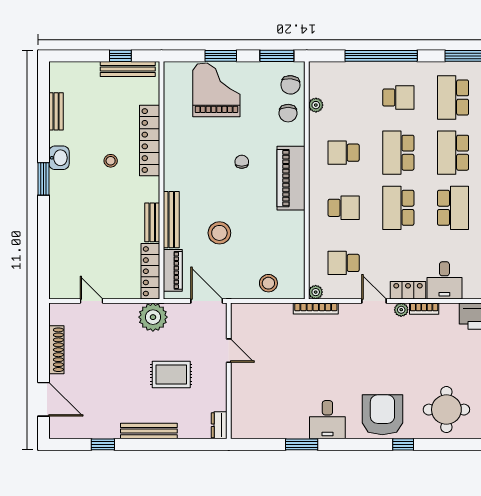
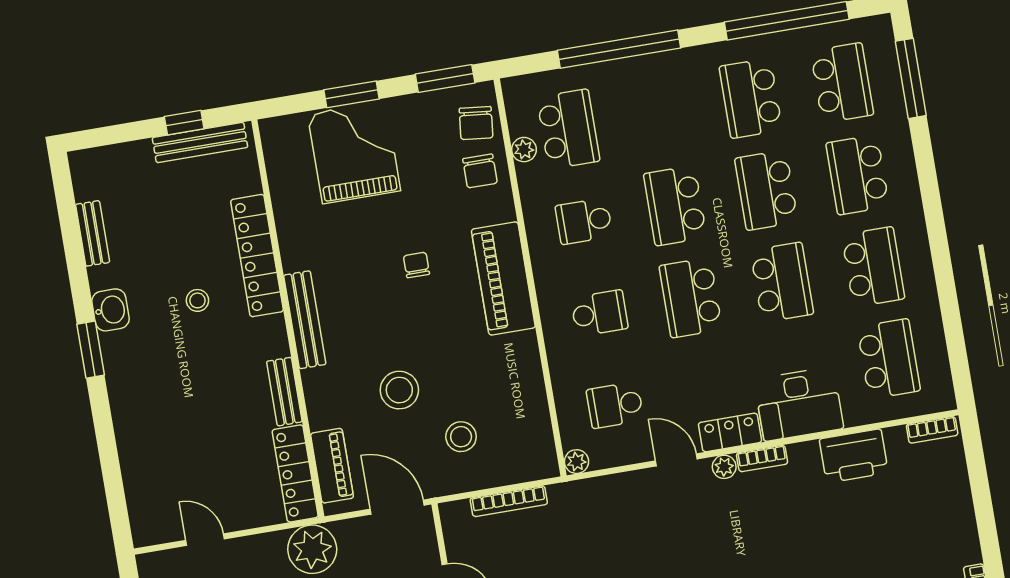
school desk: (398, 98) -> (568, 129), moved, width x1.85
bench: (171, 220) -> (305, 320), moved
desk: (444, 280) -> (799, 404), width x1.37
stool: (268, 283) -> (461, 437), moved
bookcase: (316, 309) -> (509, 501), moved

